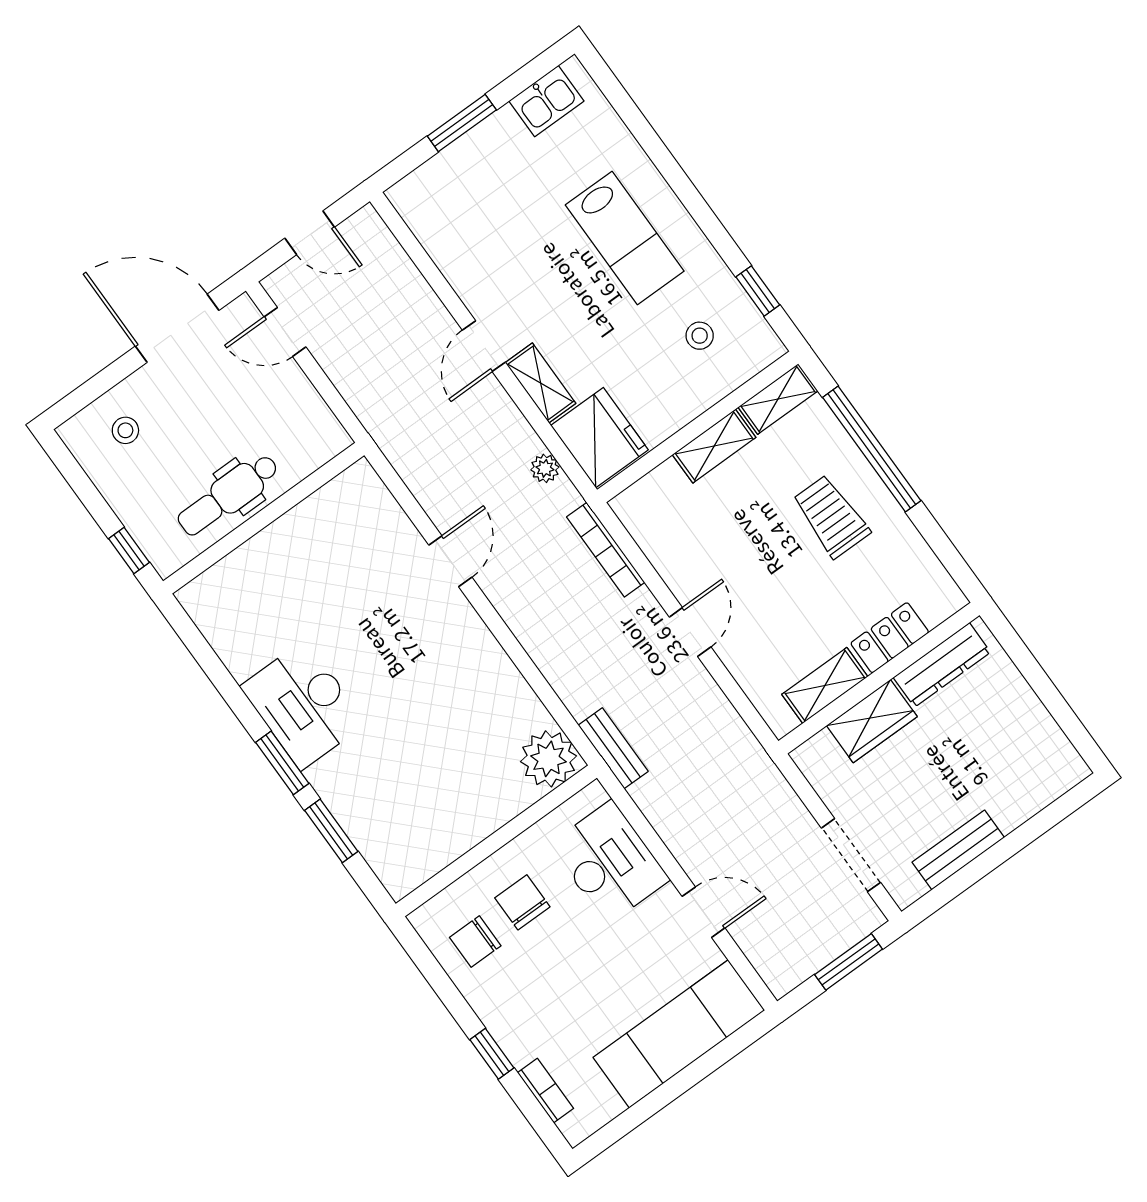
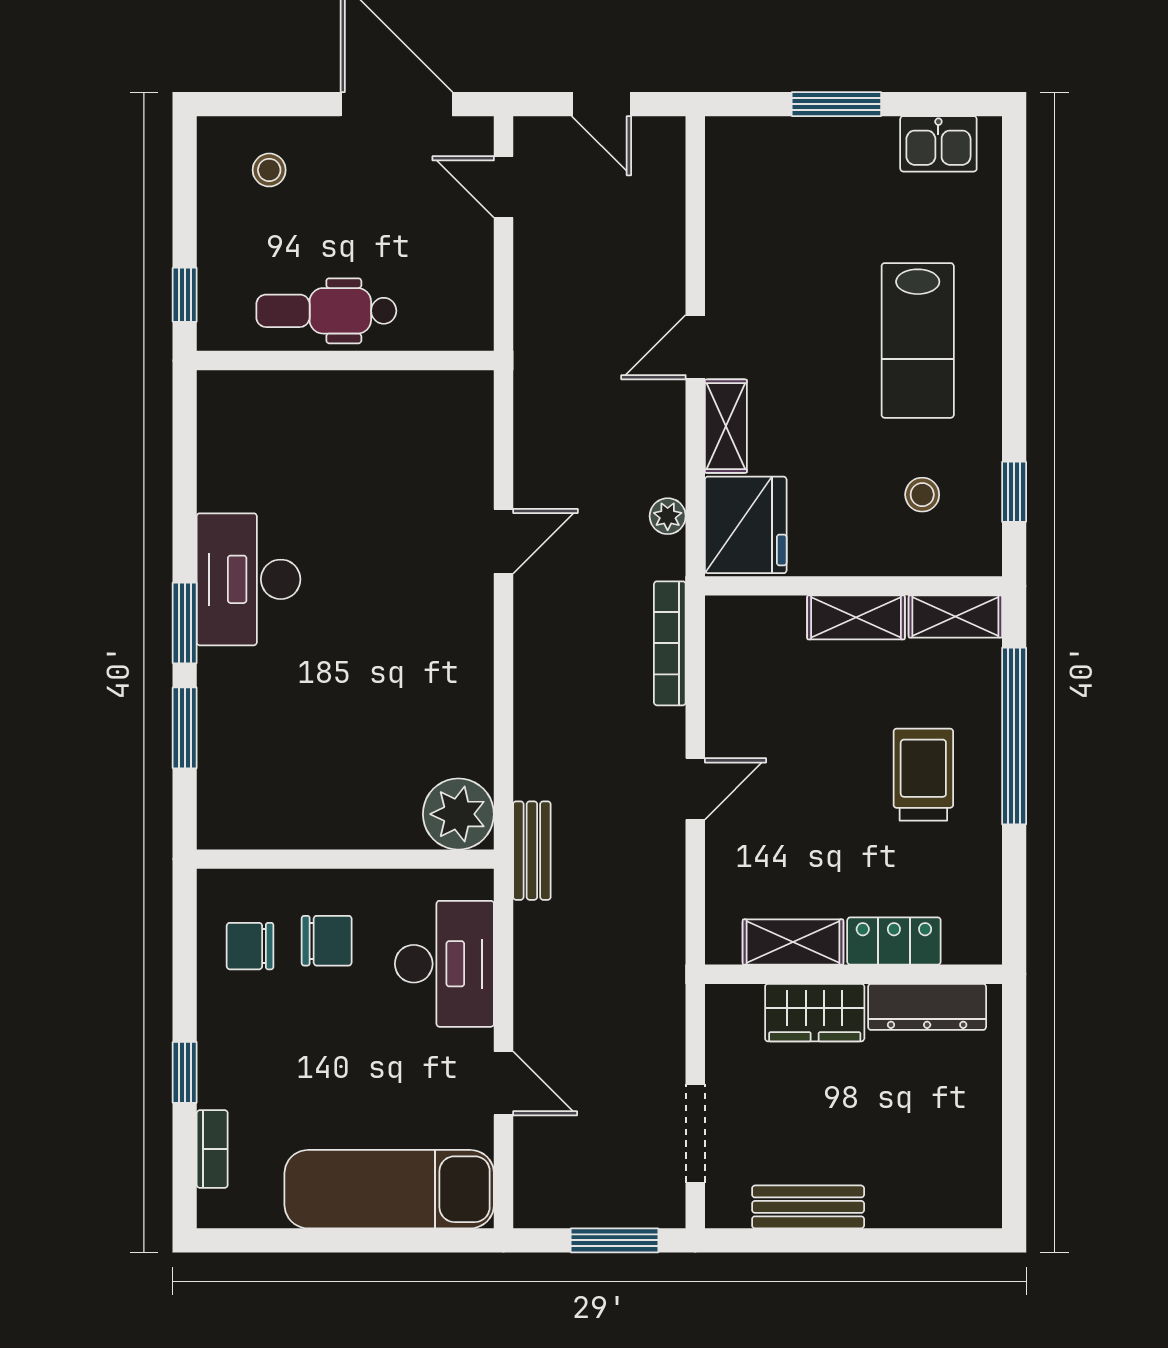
chair: (522, 902) -> (327, 941), turned 90

